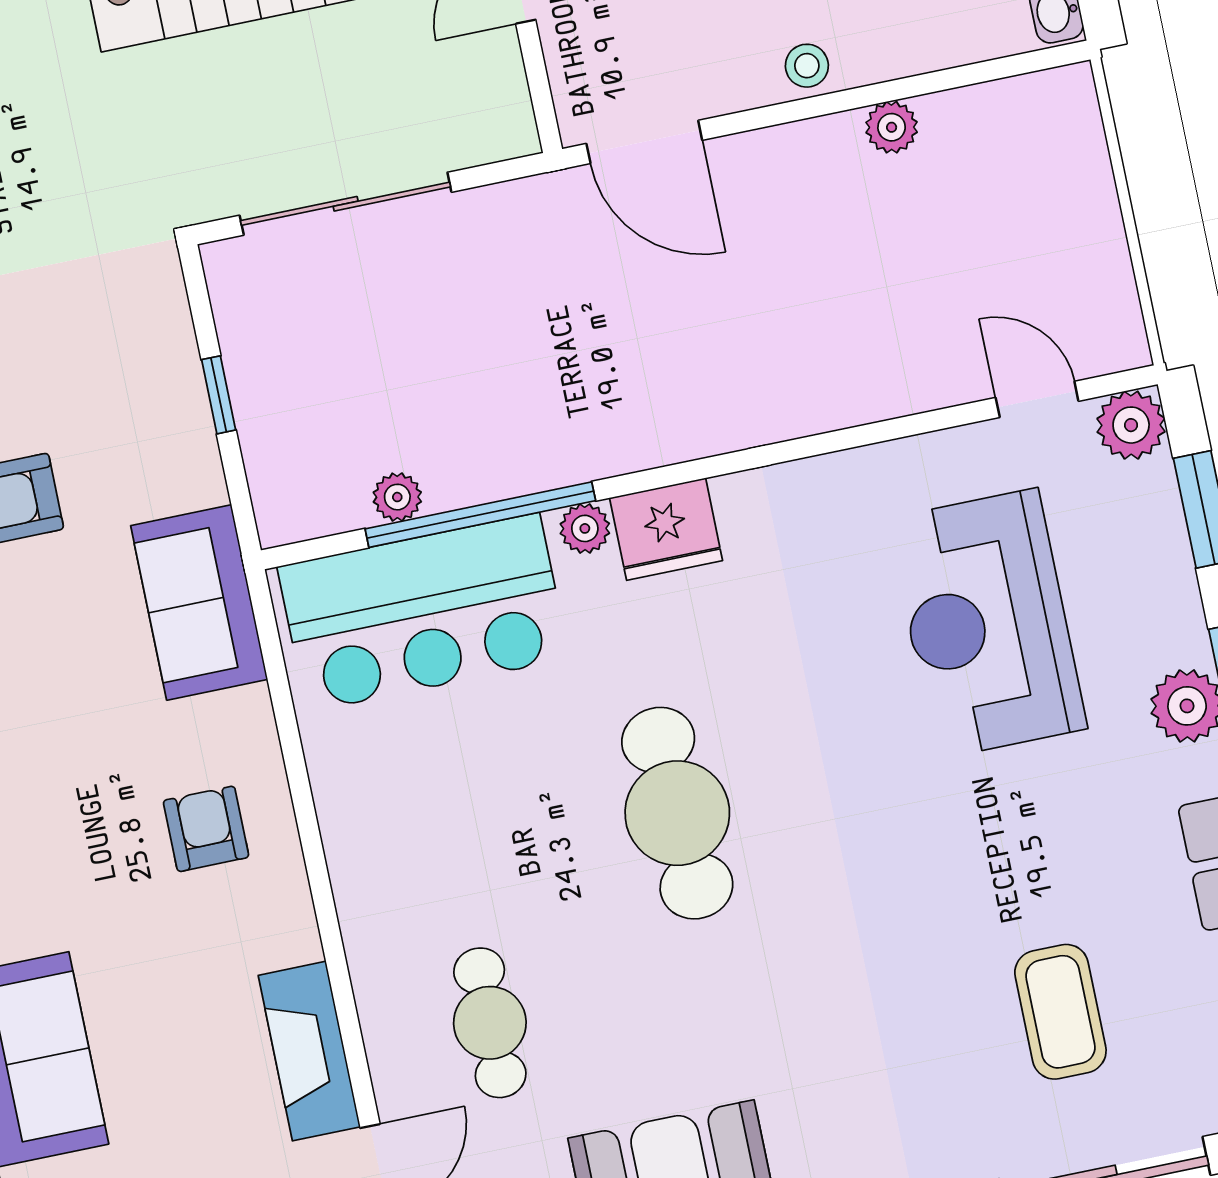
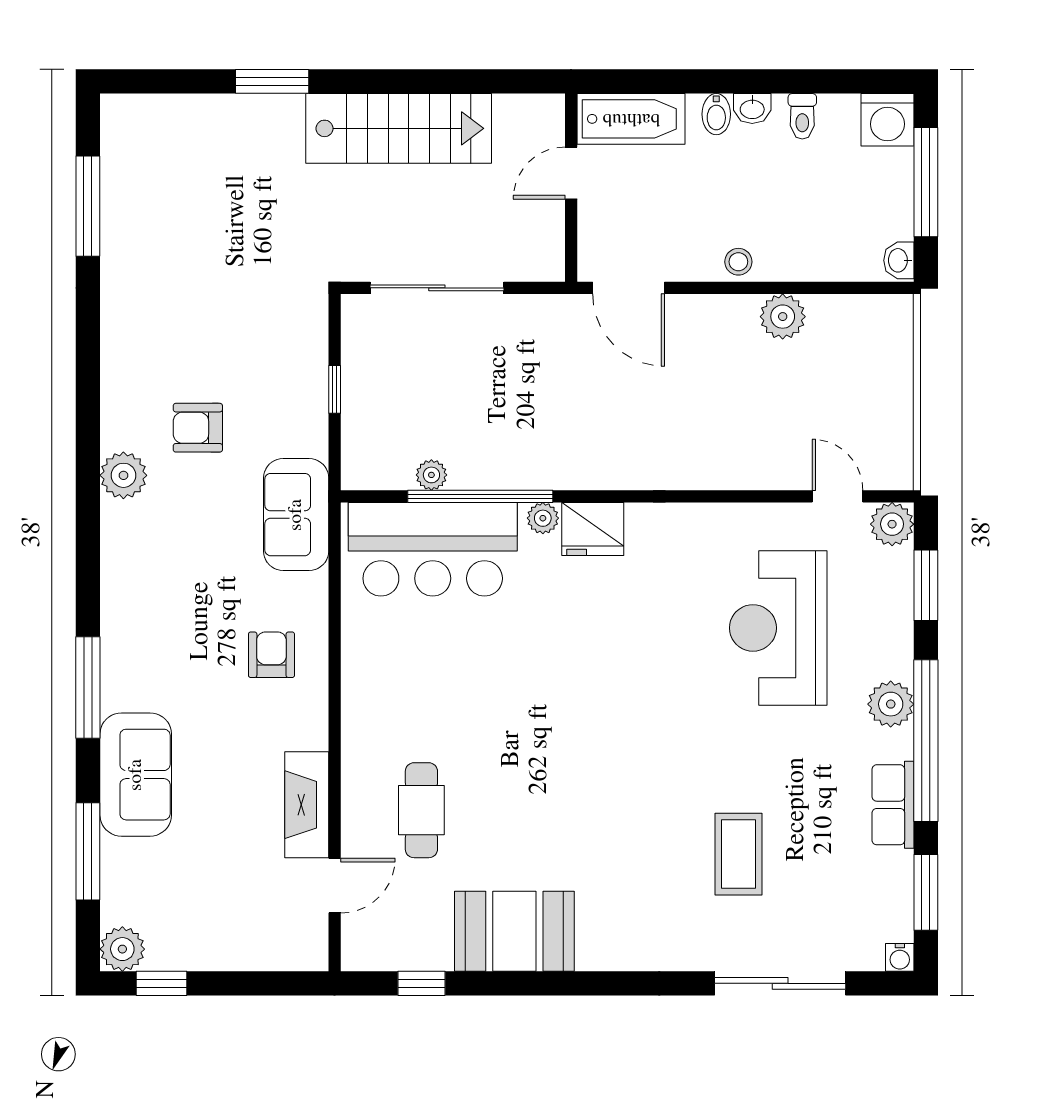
plant: (892, 127) -> (783, 317), width x1.38, depth x1.38
cafe table: (677, 813) -> (563, 705), removed
coffee table: (1060, 1012) -> (738, 854), moved

